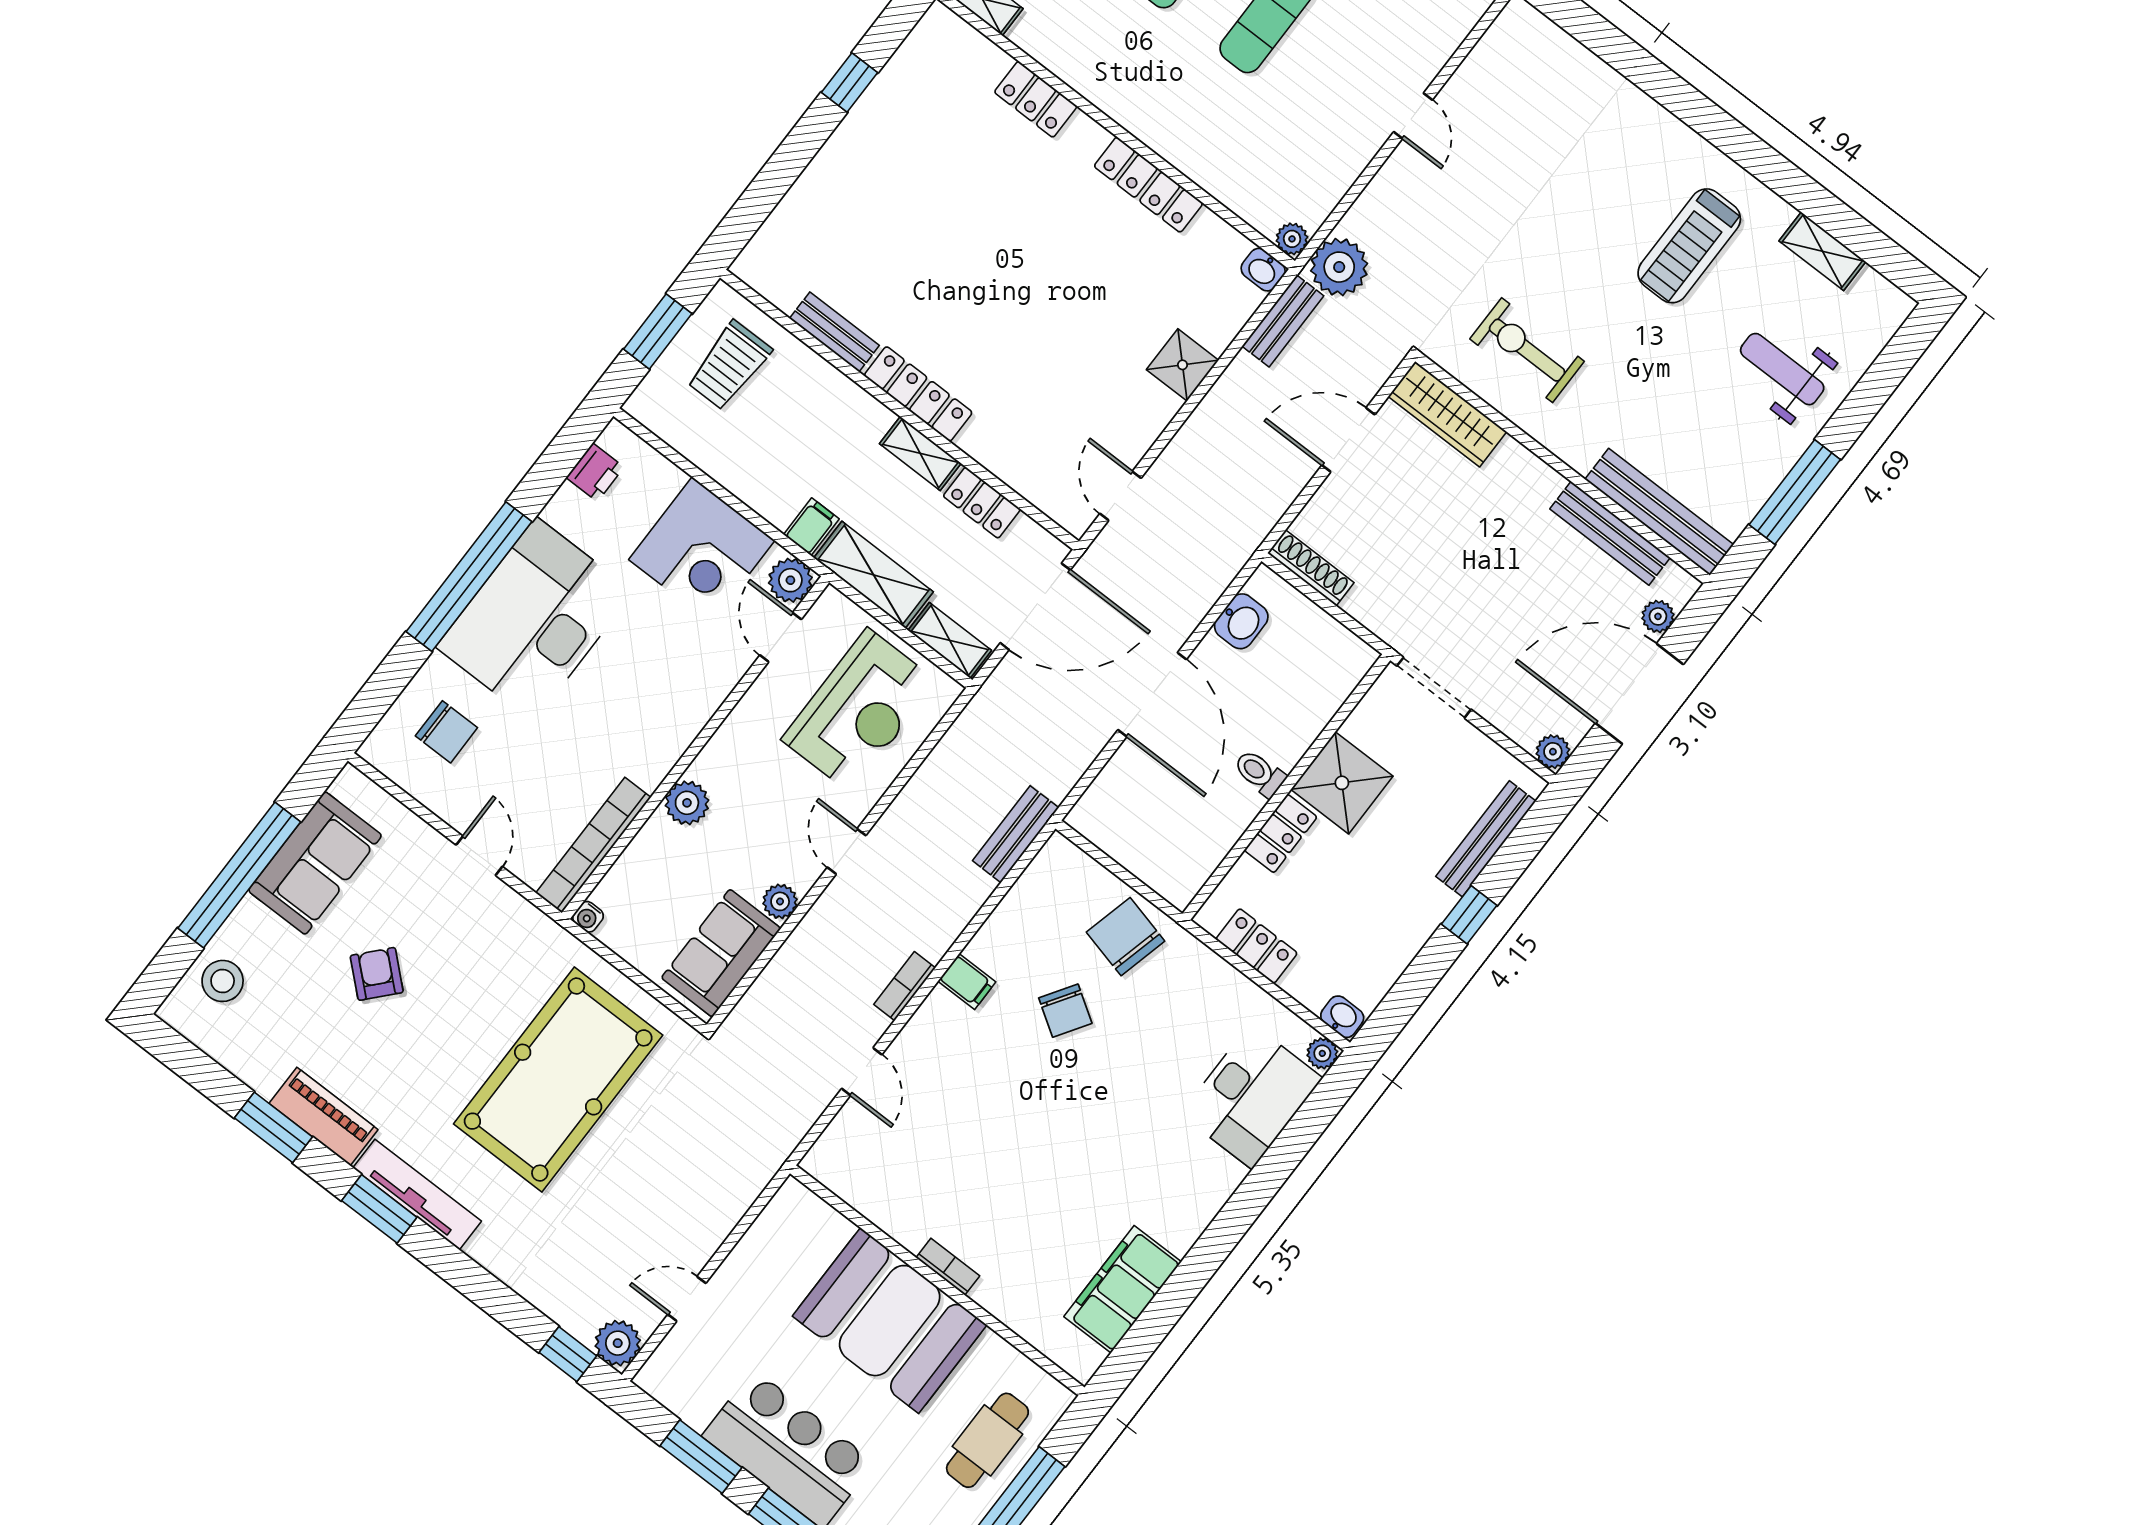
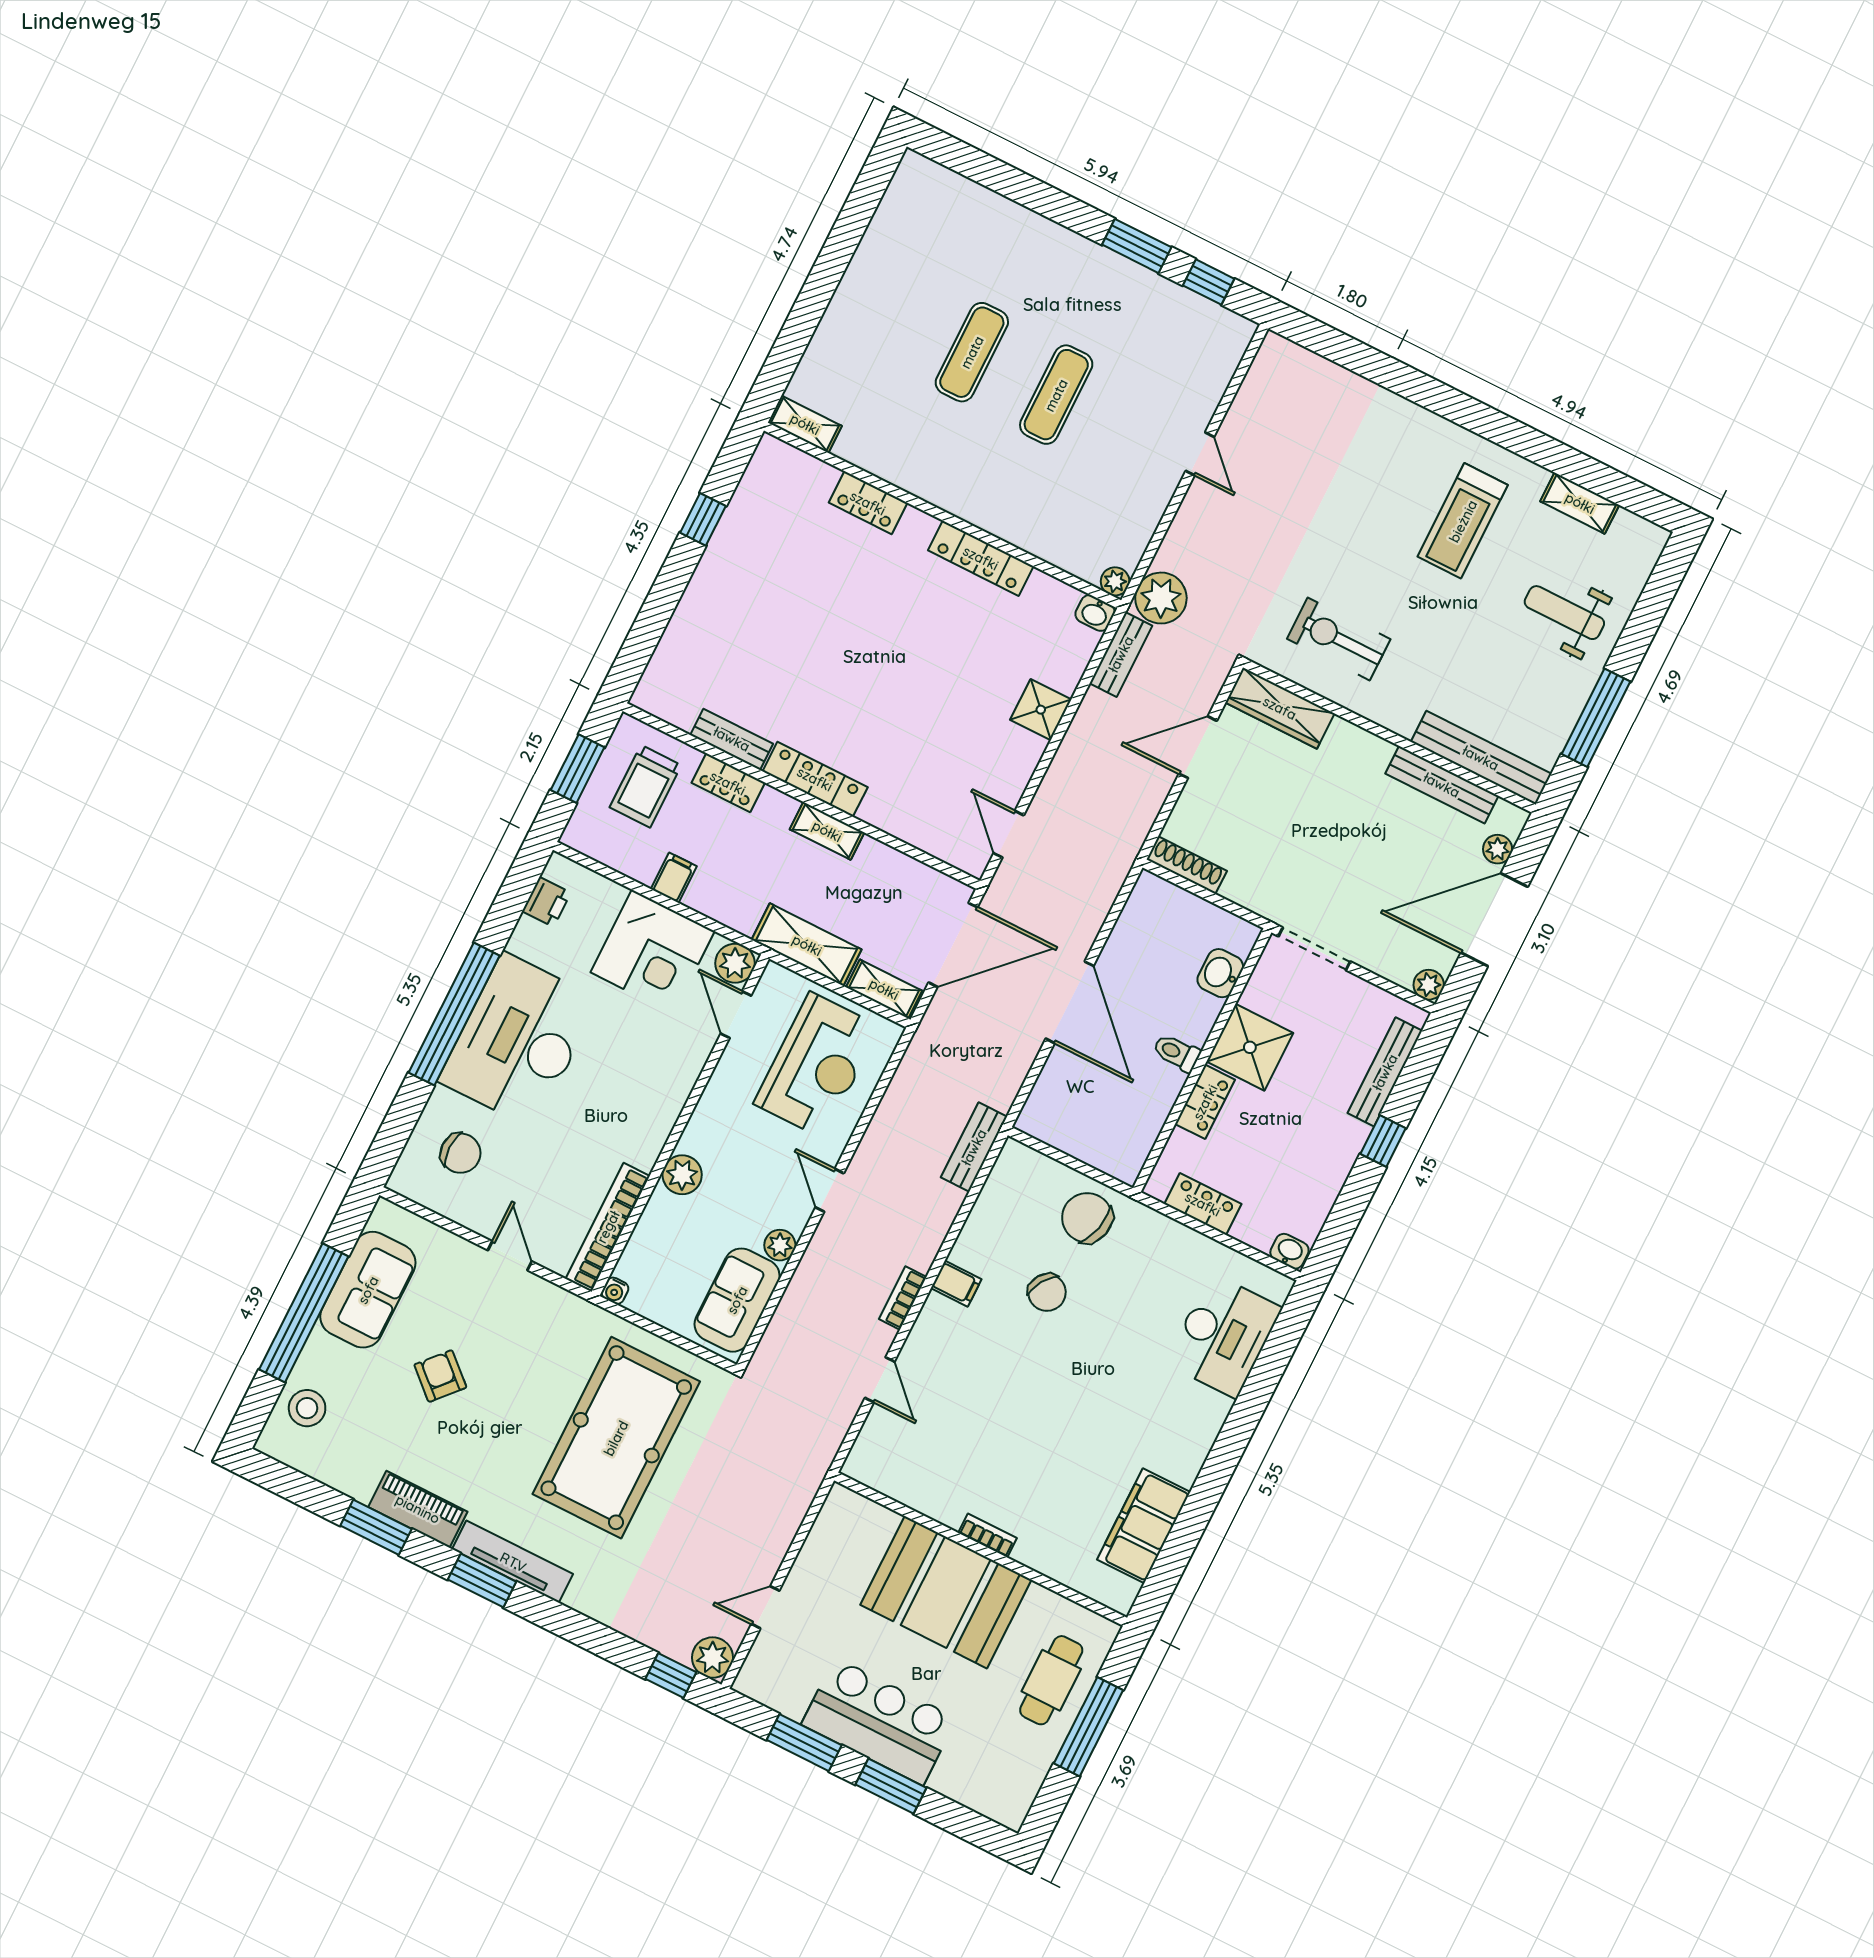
locker: (982, 503) -> (728, 783), moved
filing cabinet: (811, 527) -> (674, 878), moved
washbasin: (1241, 621) -> (1220, 973), moved, turned 180
plant: (1322, 1053) -> (1278, 1287), removed

